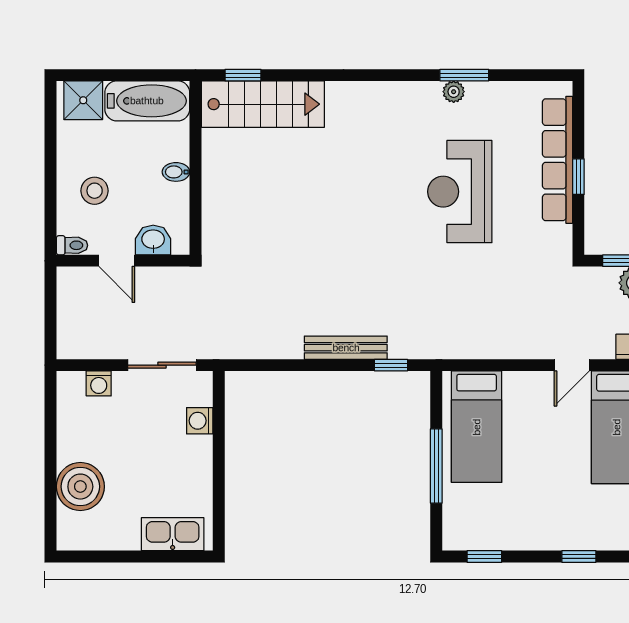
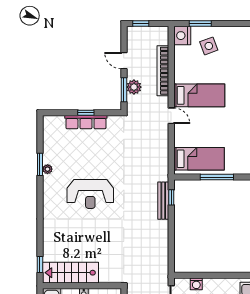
stairs: (263, 104) -> (70, 273), moved, turned -90
row of seats: (558, 160) -> (86, 122), width x0.73
reception desk: (460, 192) -> (90, 194), moved
bench: (346, 348) -> (163, 201), moved

